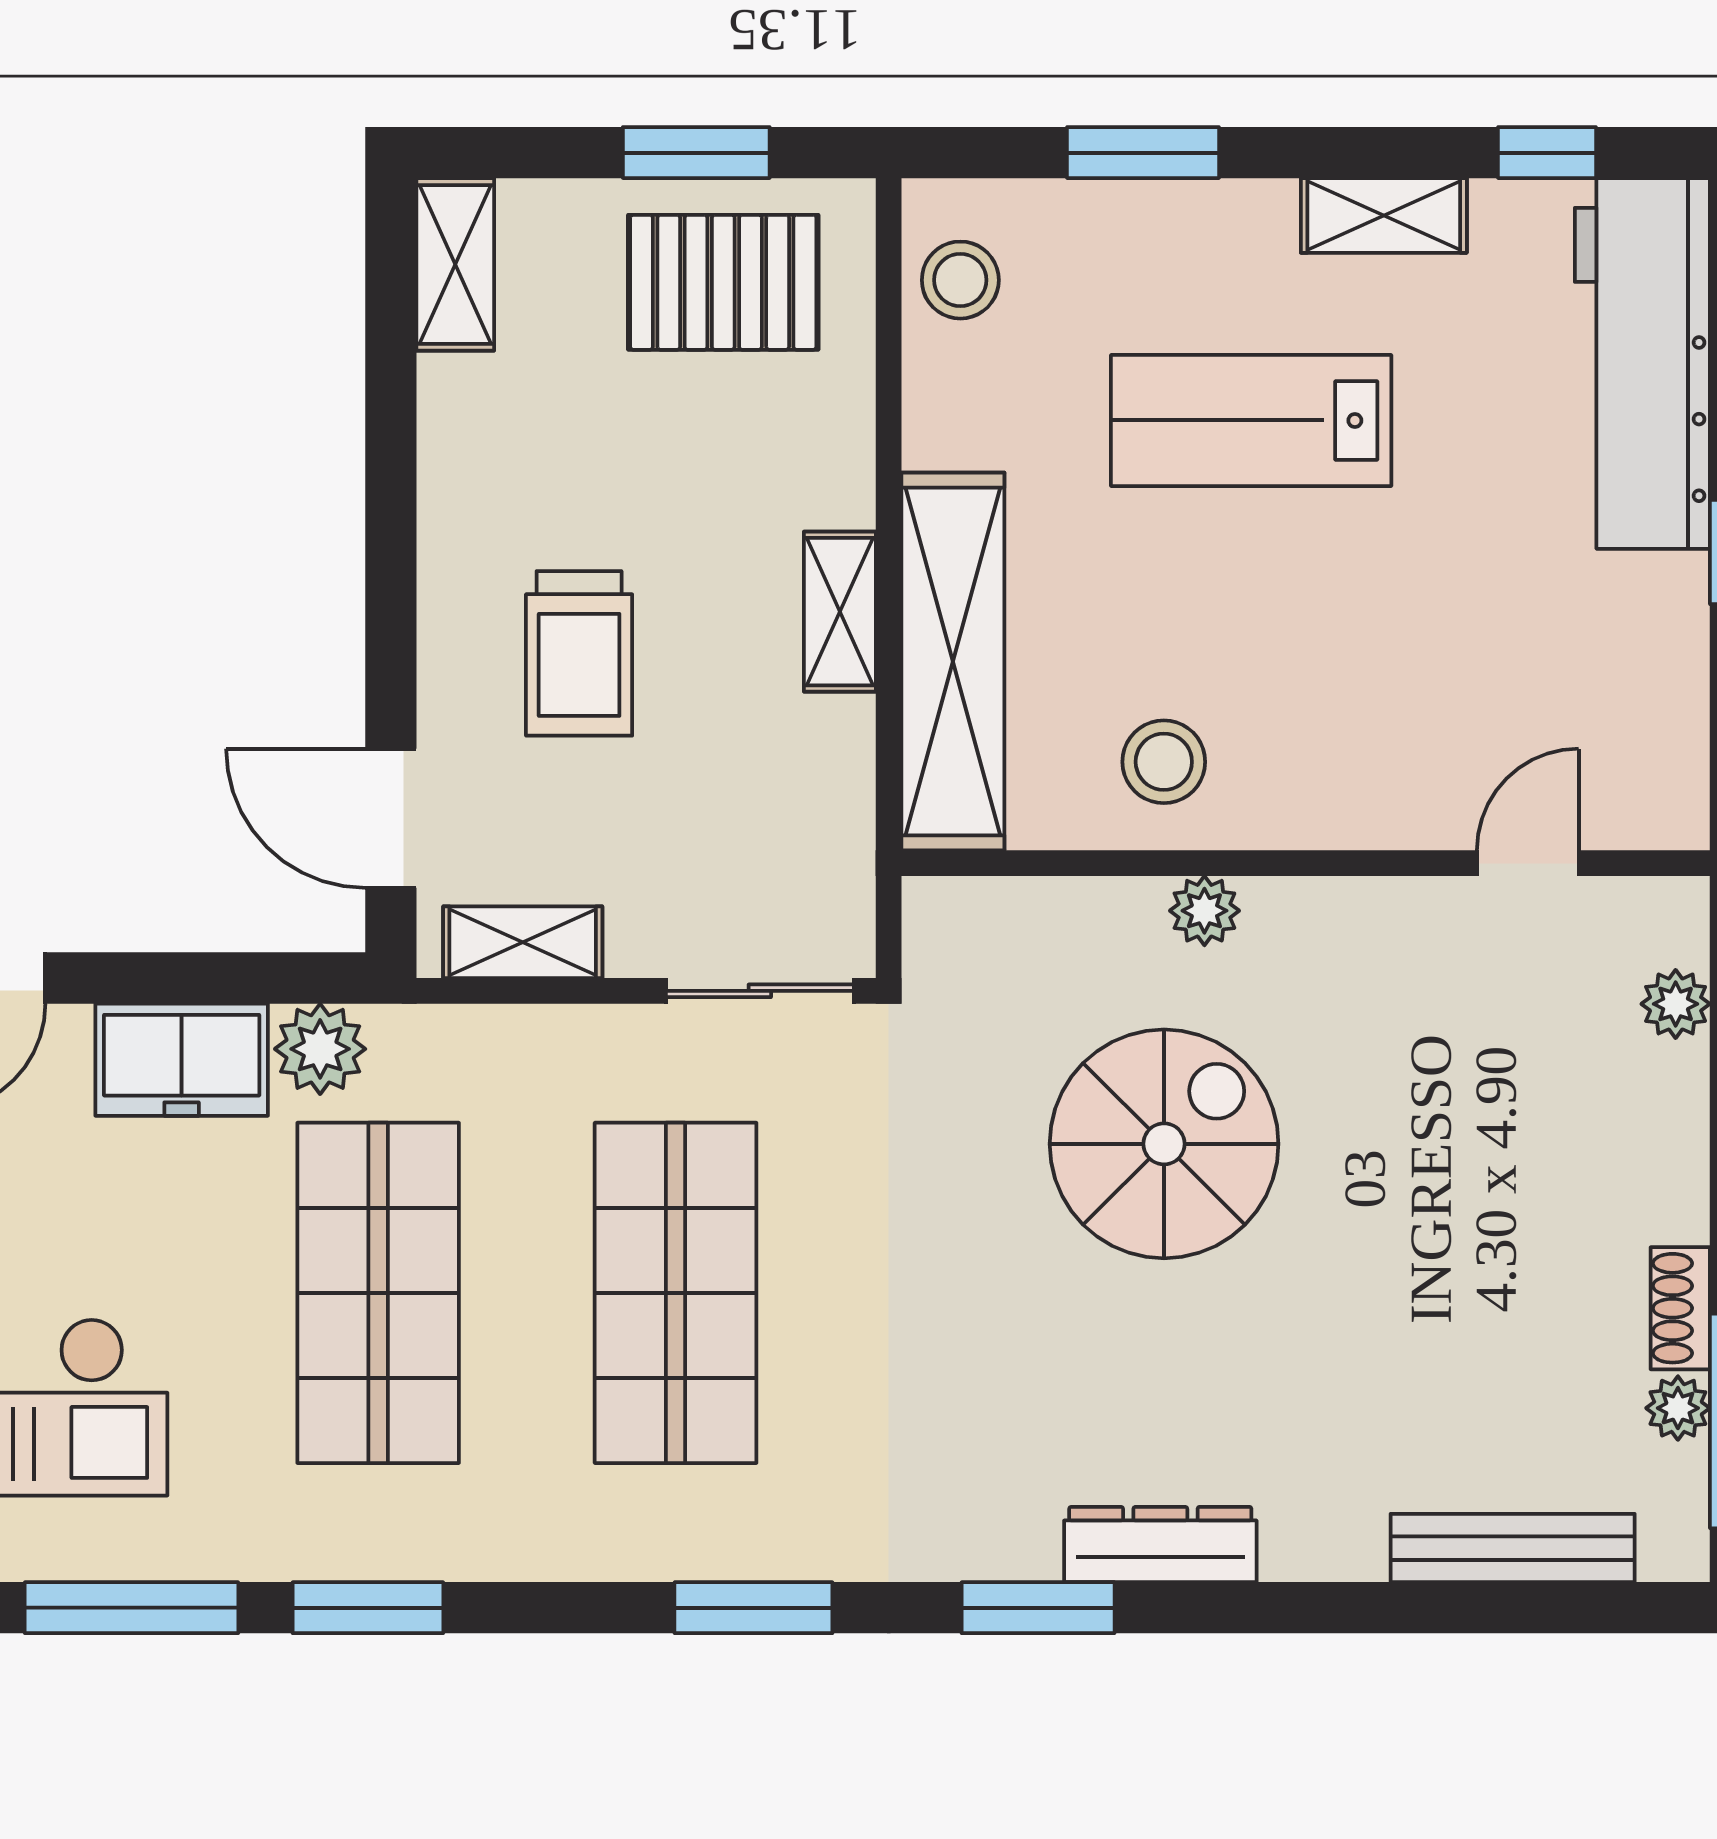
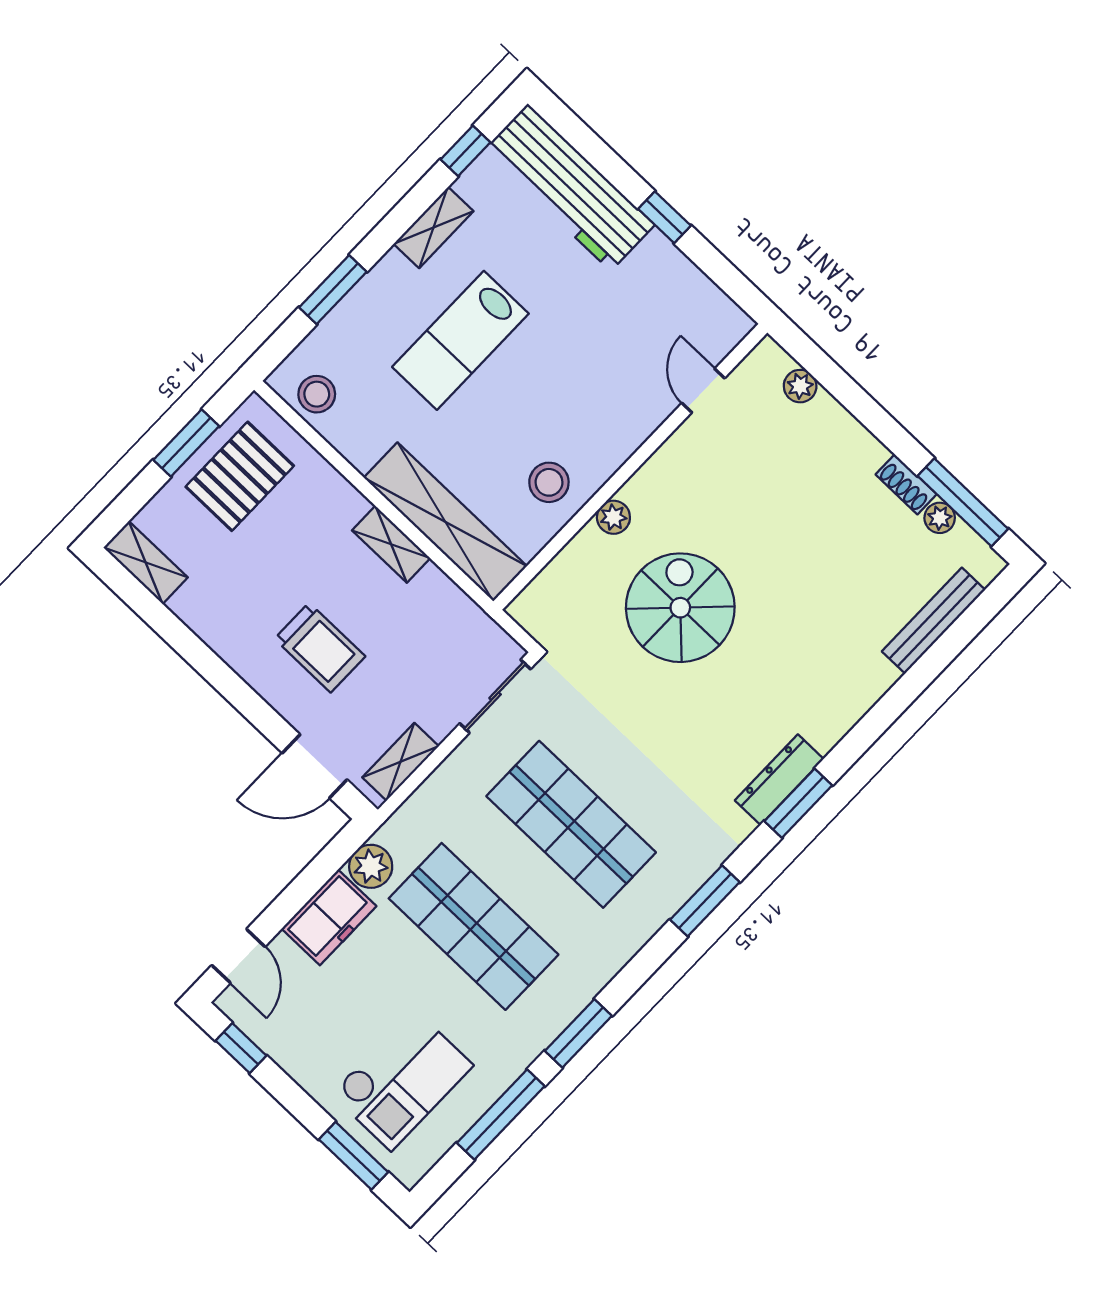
dresser: (1160, 1545) -> (779, 780), moved

